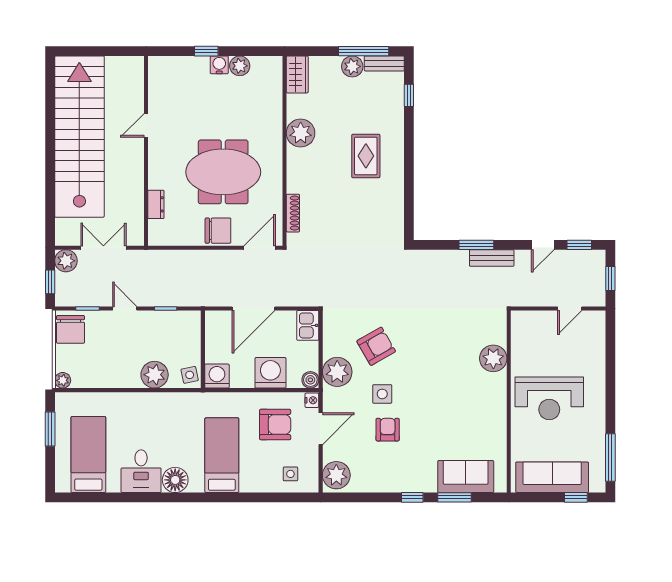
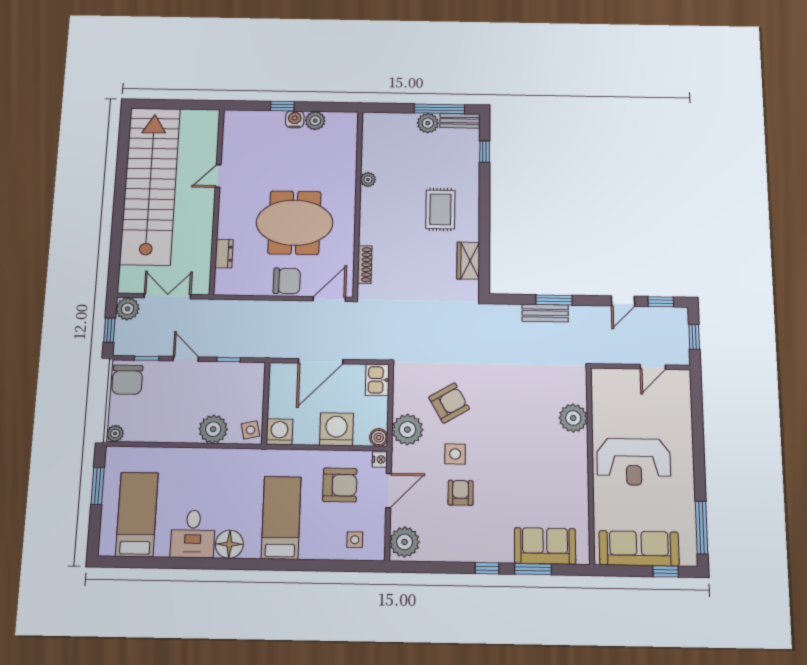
wardrobe: (297, 74) -> (468, 261), moved, turned 180
plant: (301, 133) -> (368, 180), width x0.53, depth x0.53
bench: (492, 258) -> (545, 313), moved

